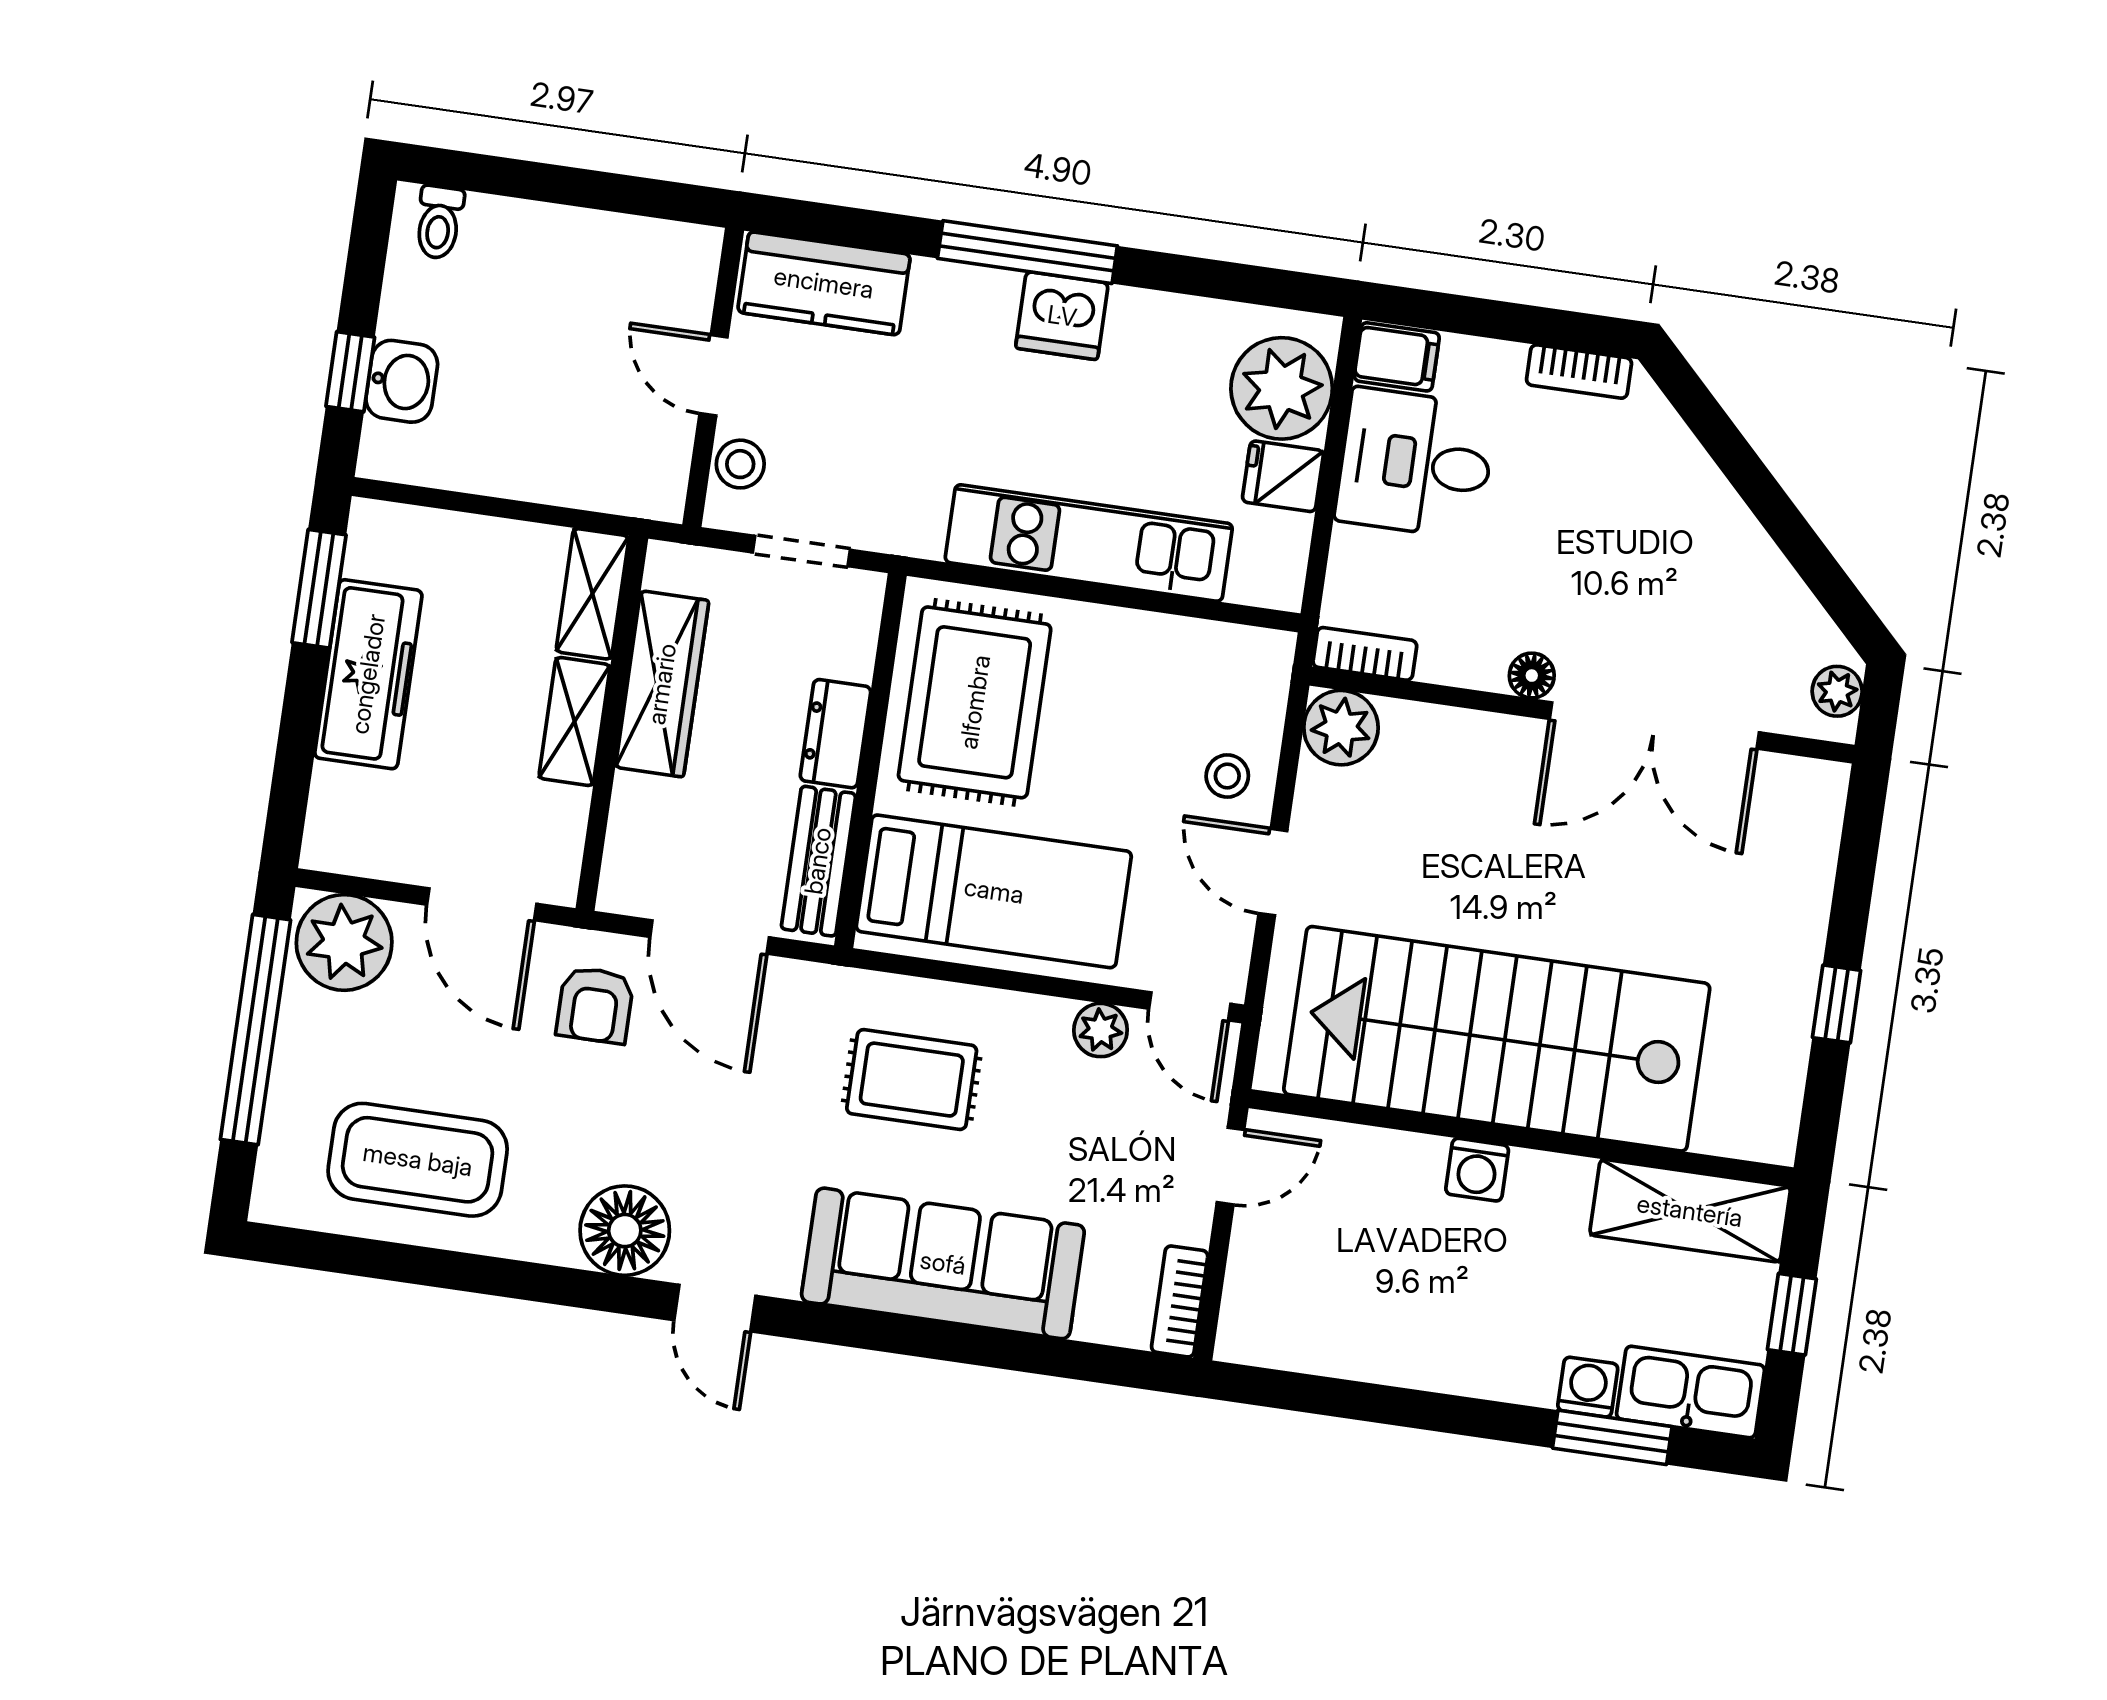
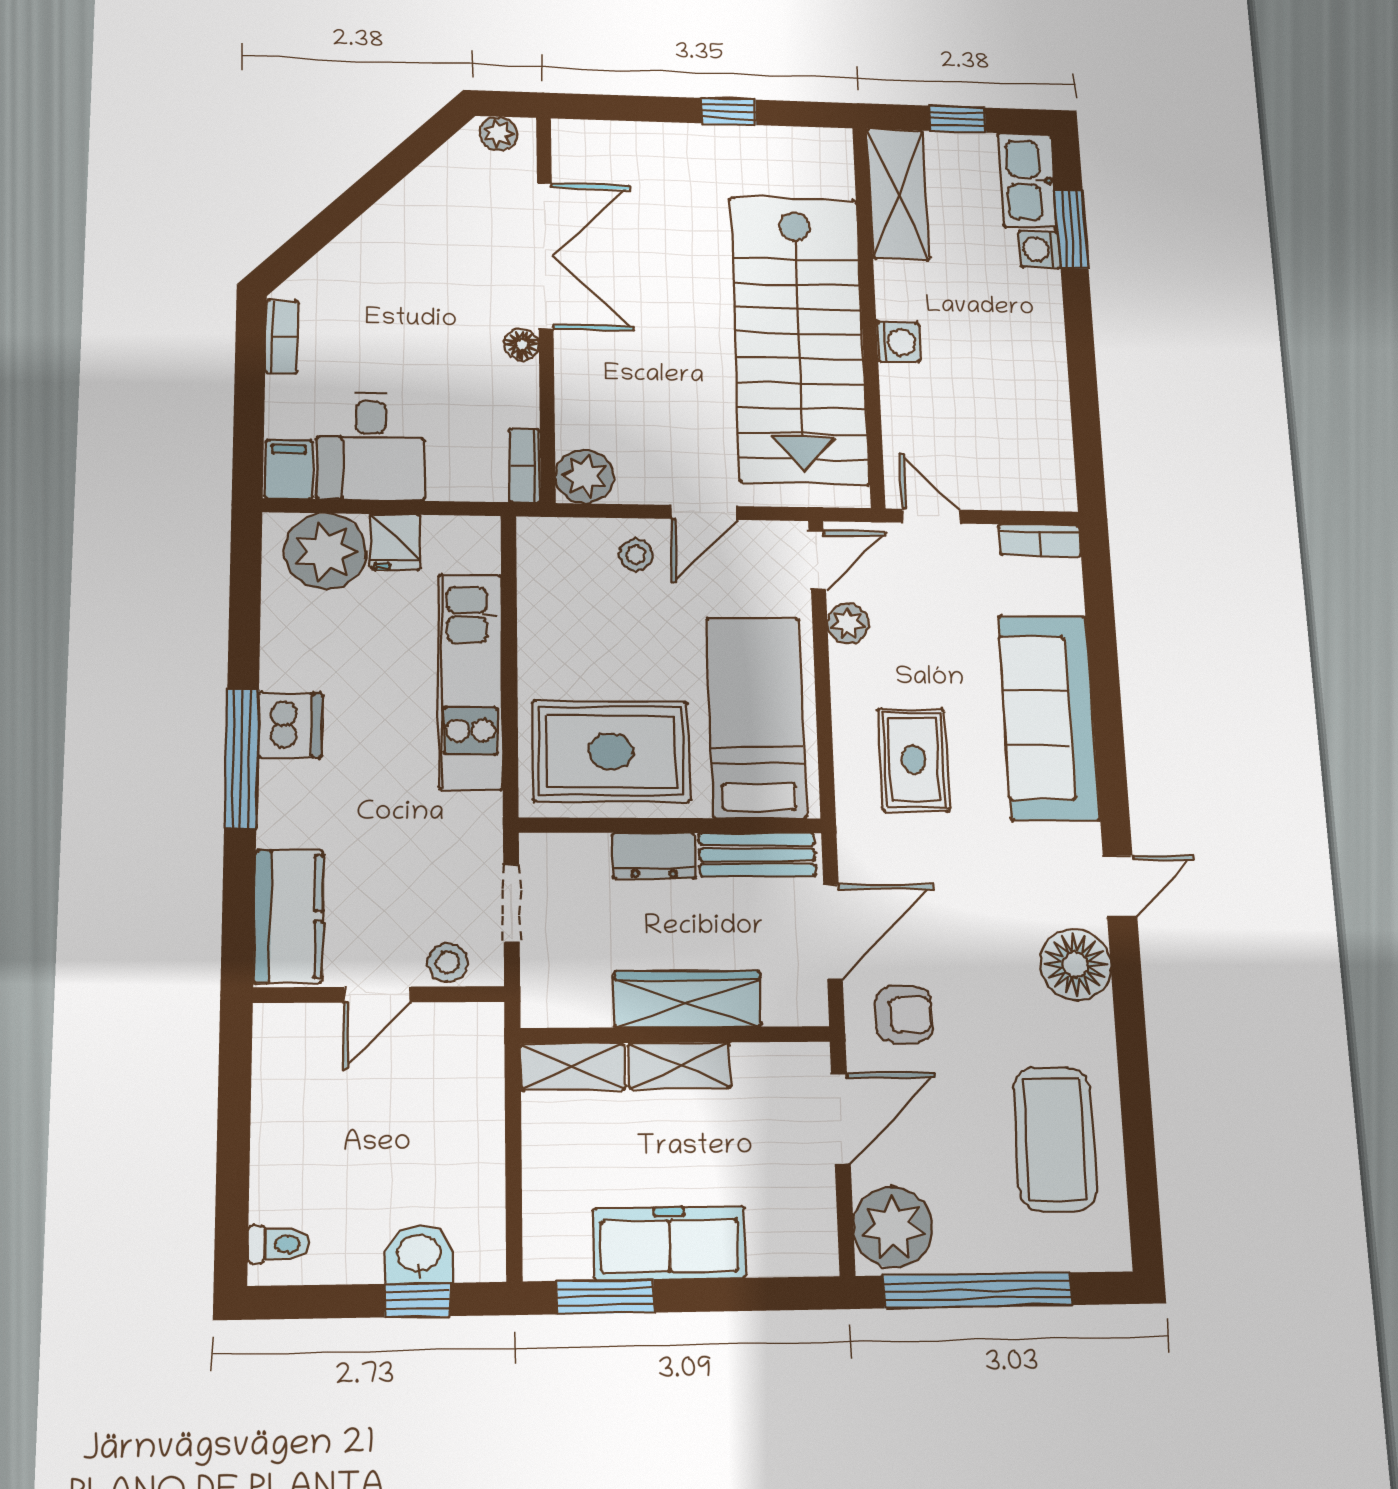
wardrobe: (662, 684) -> (687, 999), moved

